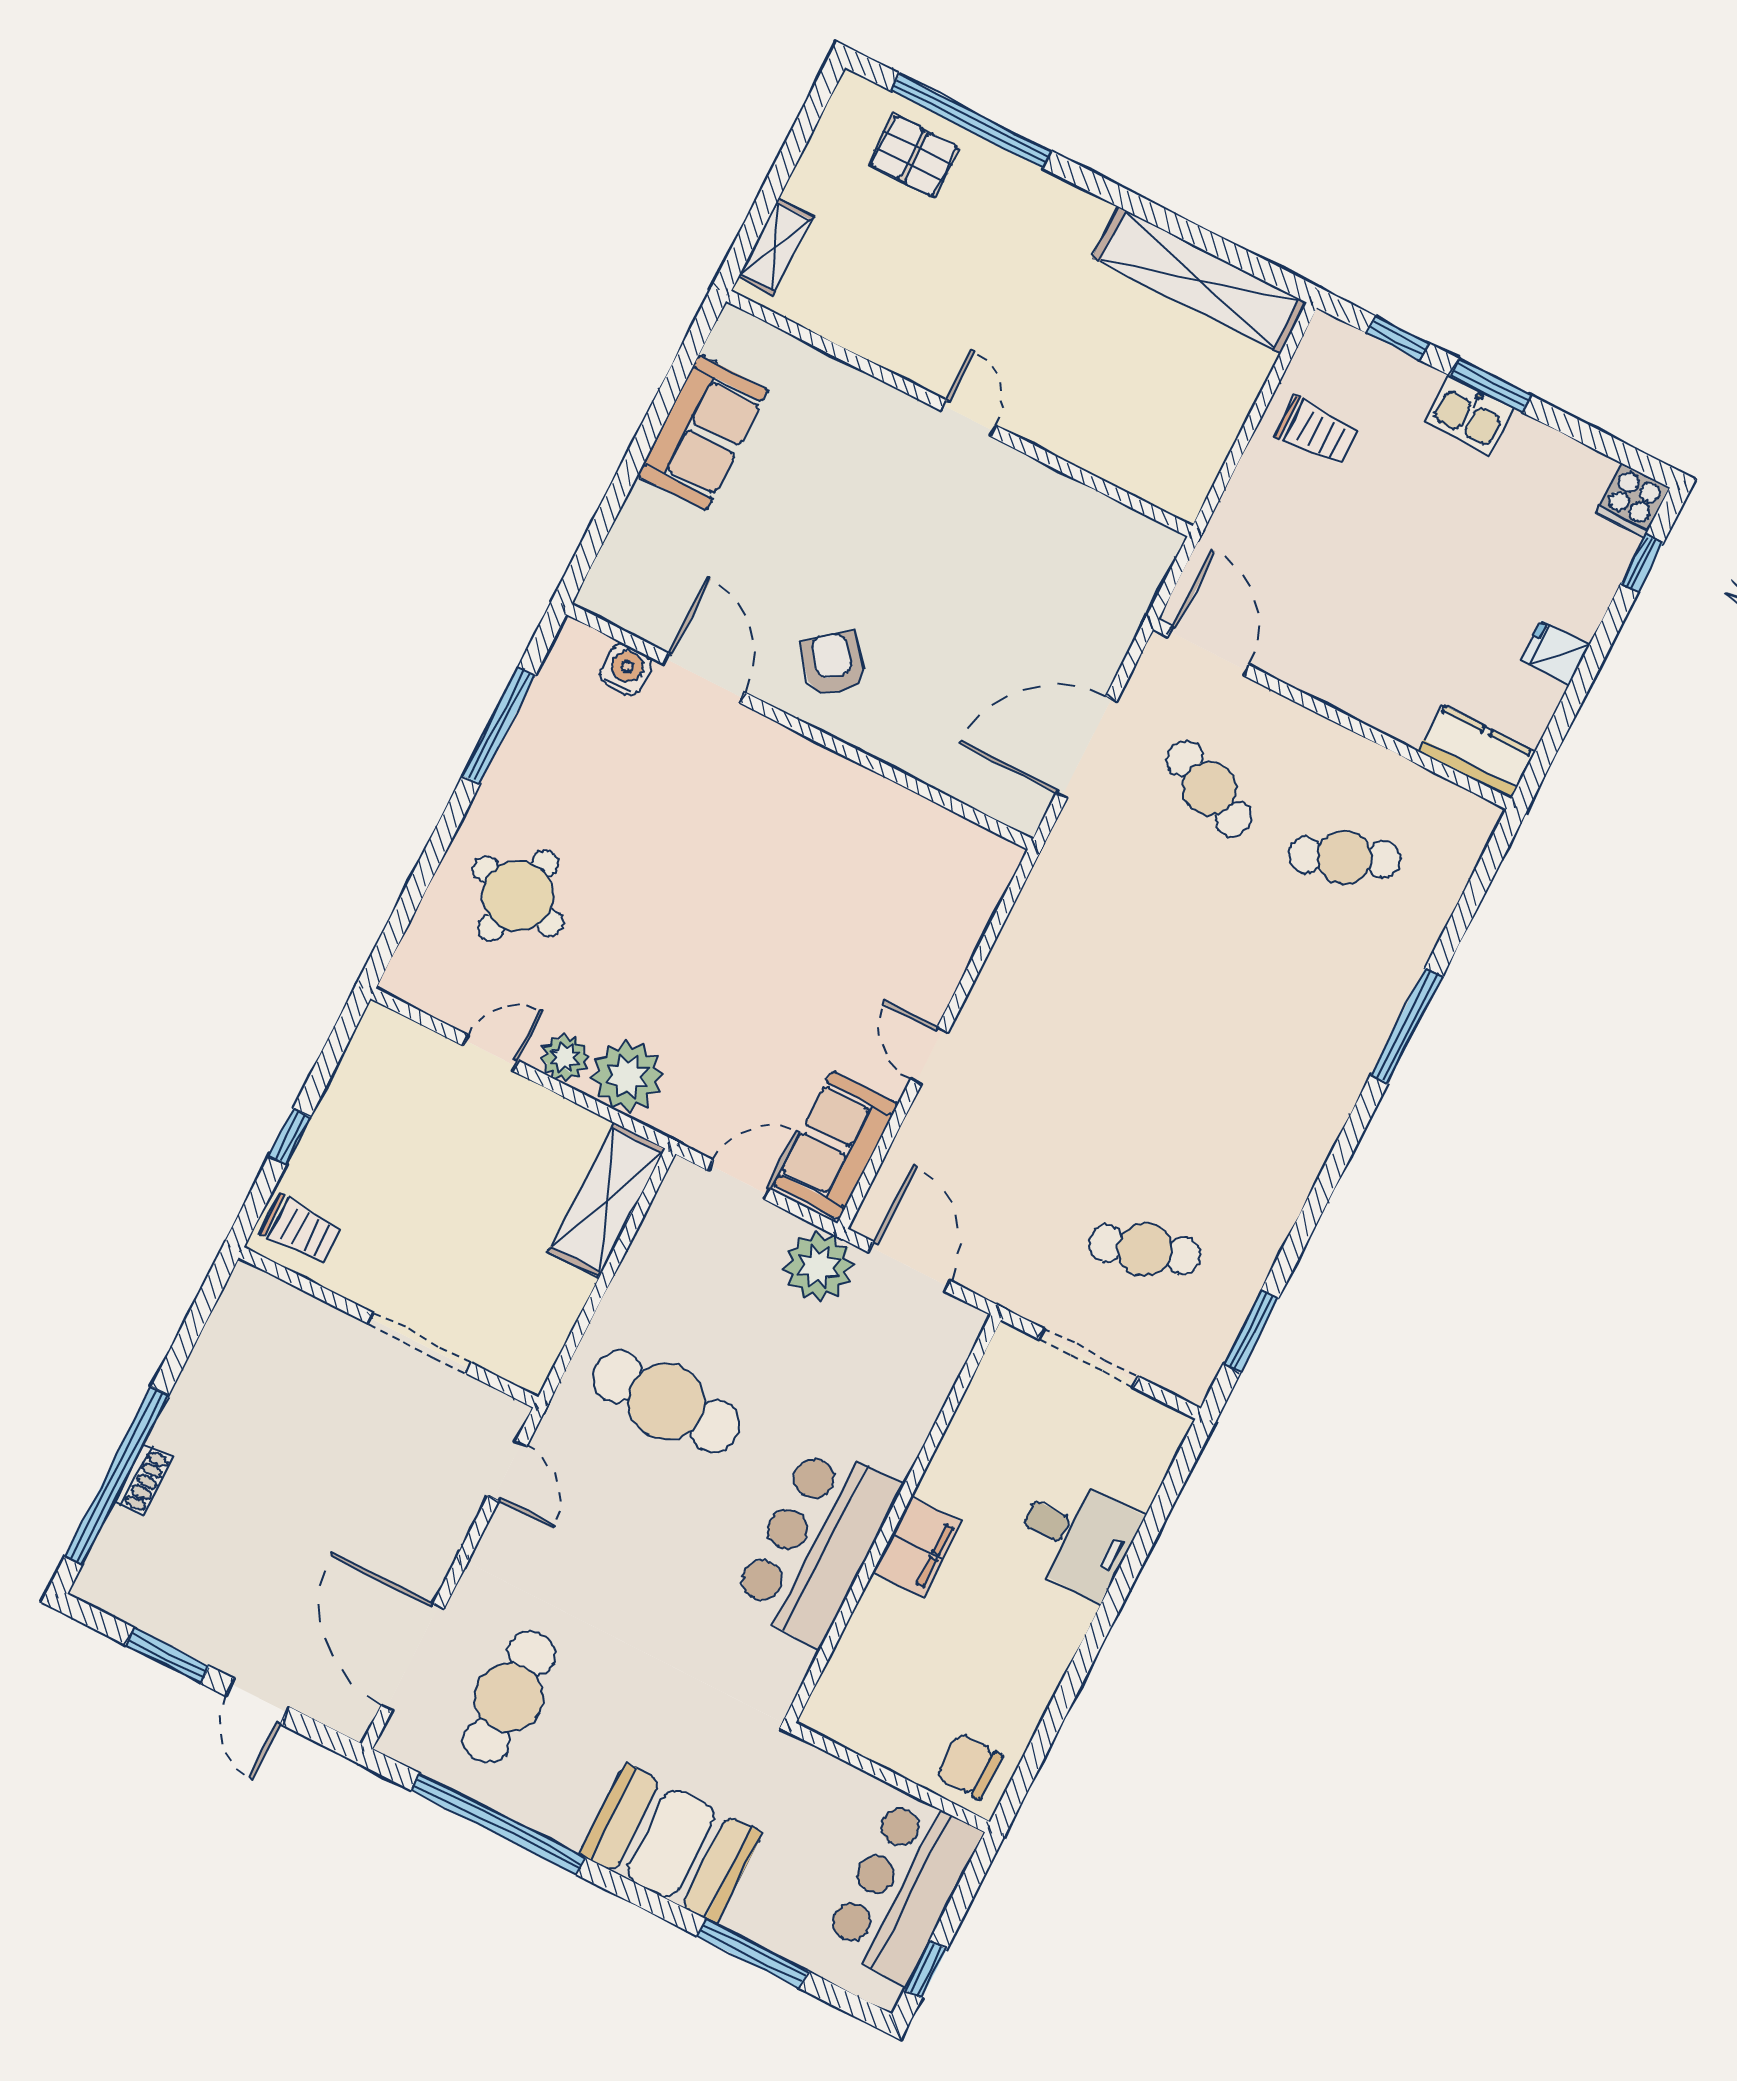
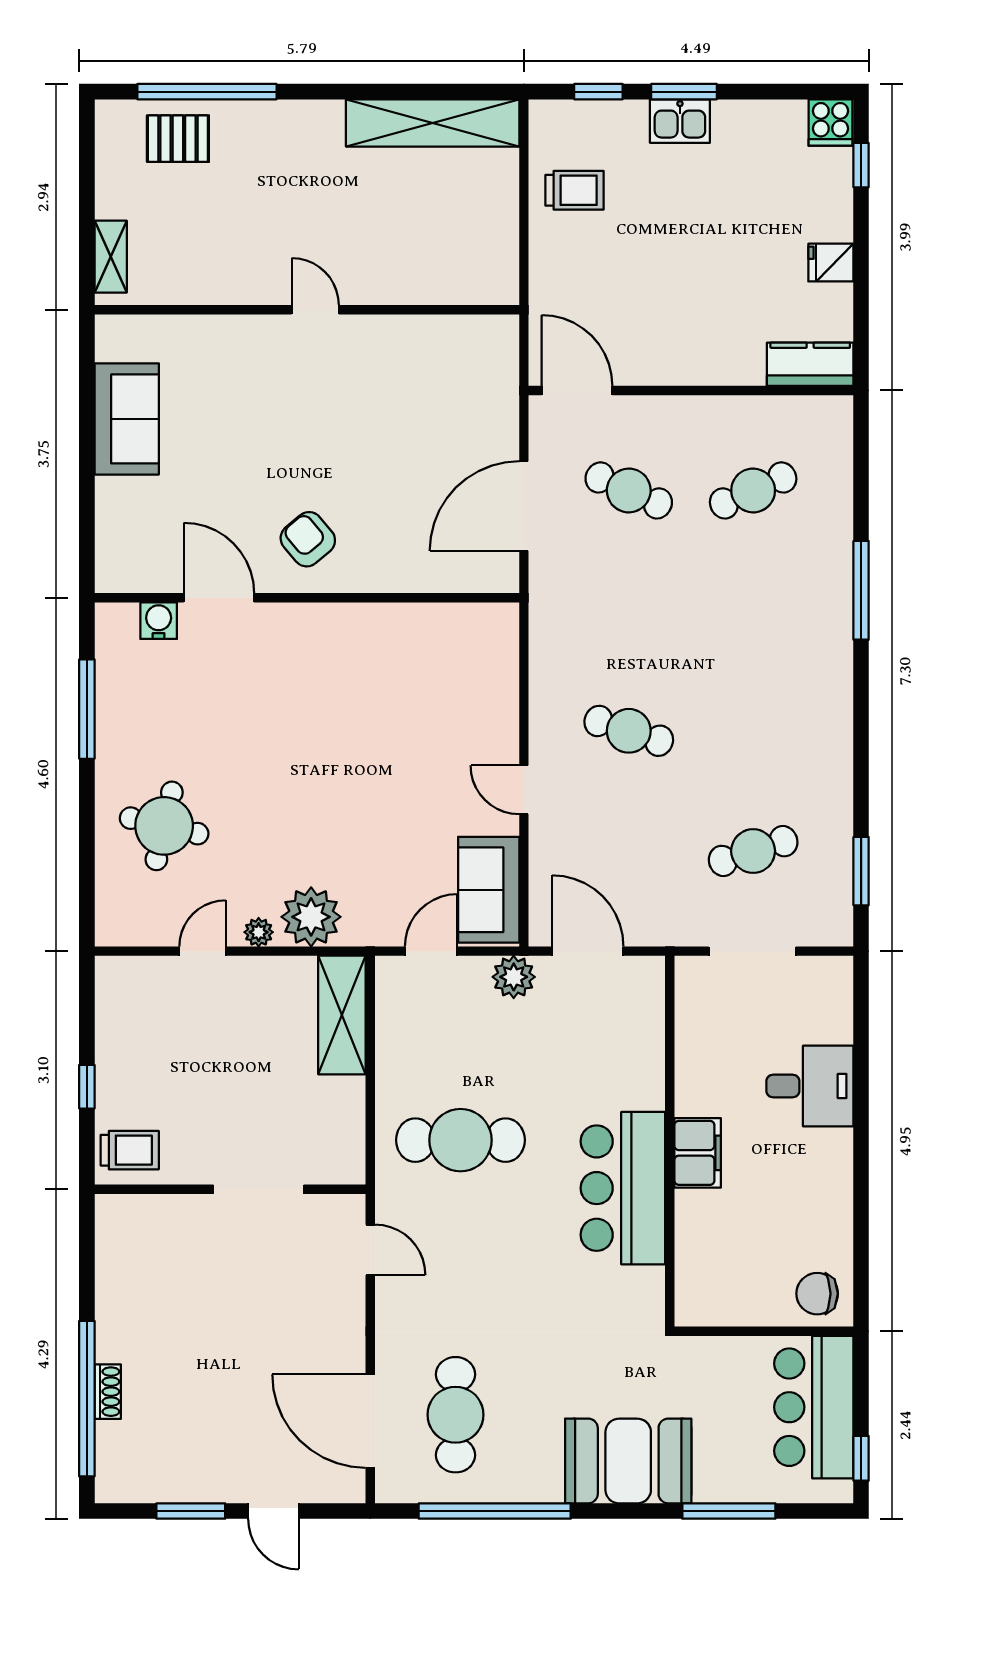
cafe table: (1076, 1050) -> (629, 731), added
plant: (565, 1058) -> (259, 932), width x0.73, depth x0.73
plant: (819, 1266) -> (514, 977), width x0.73, depth x0.73

